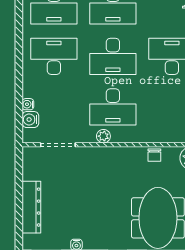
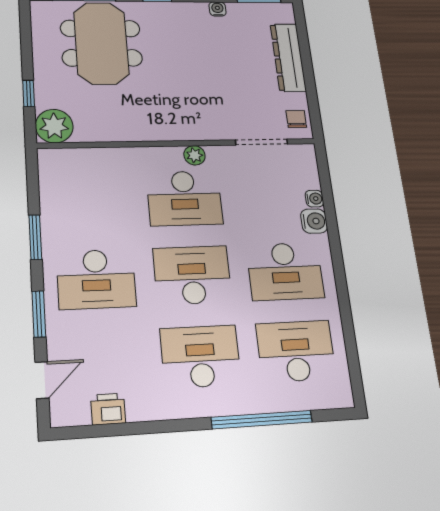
desk: (113, 107) -> (184, 198), turned 180
water cooler: (30, 120) -> (314, 221), moved
chair: (154, 155) -> (296, 119), moved

